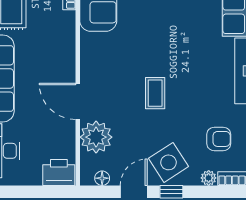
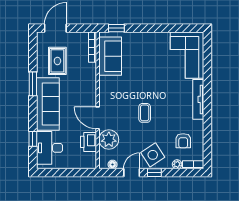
armchair: (219, 139) -> (183, 141), turned 90
printer: (59, 172) -> (89, 142), moved, turned -90

